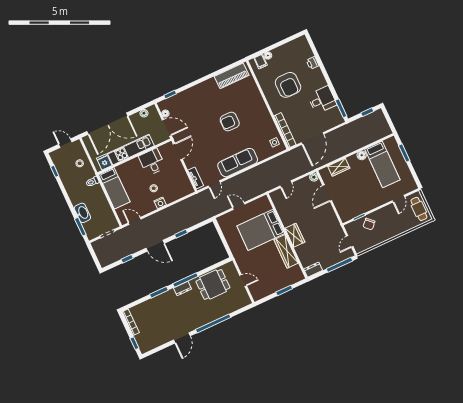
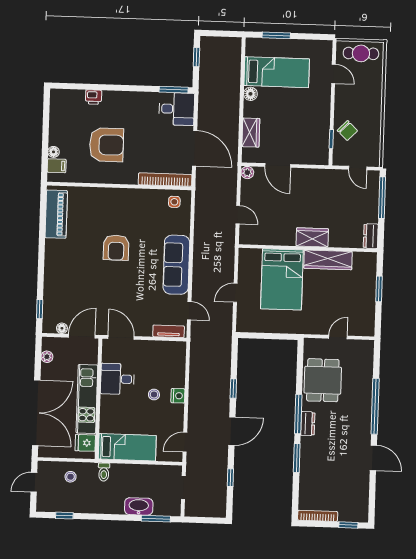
desk: (322, 100) -> (177, 109), moved, turned 90

